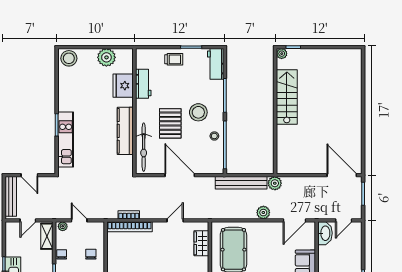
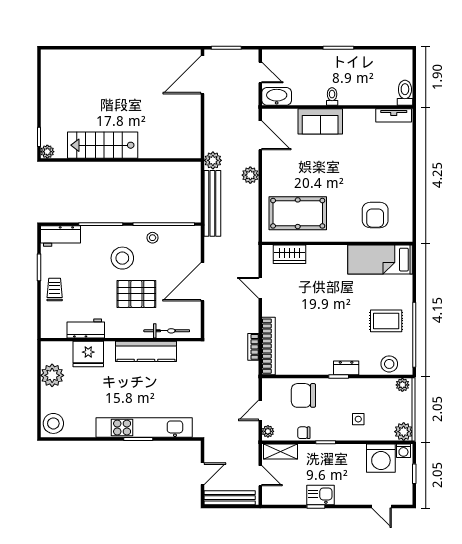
kitchen unit: (66, 139) -> (144, 428), width x1.36
bicycle: (144, 147) -> (167, 331), width x0.73, depth x0.71
chair: (91, 254) -> (303, 395), width x1.87, depth x1.87

